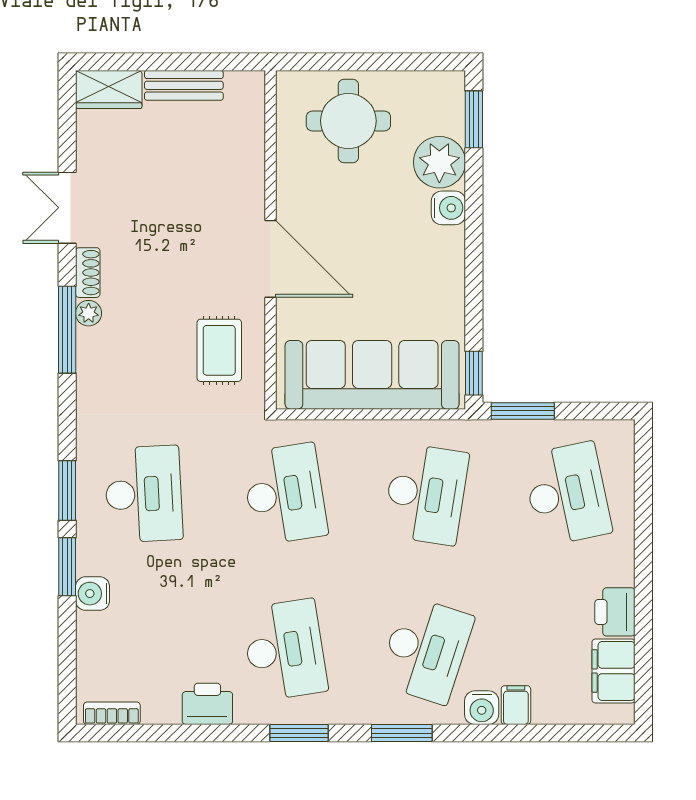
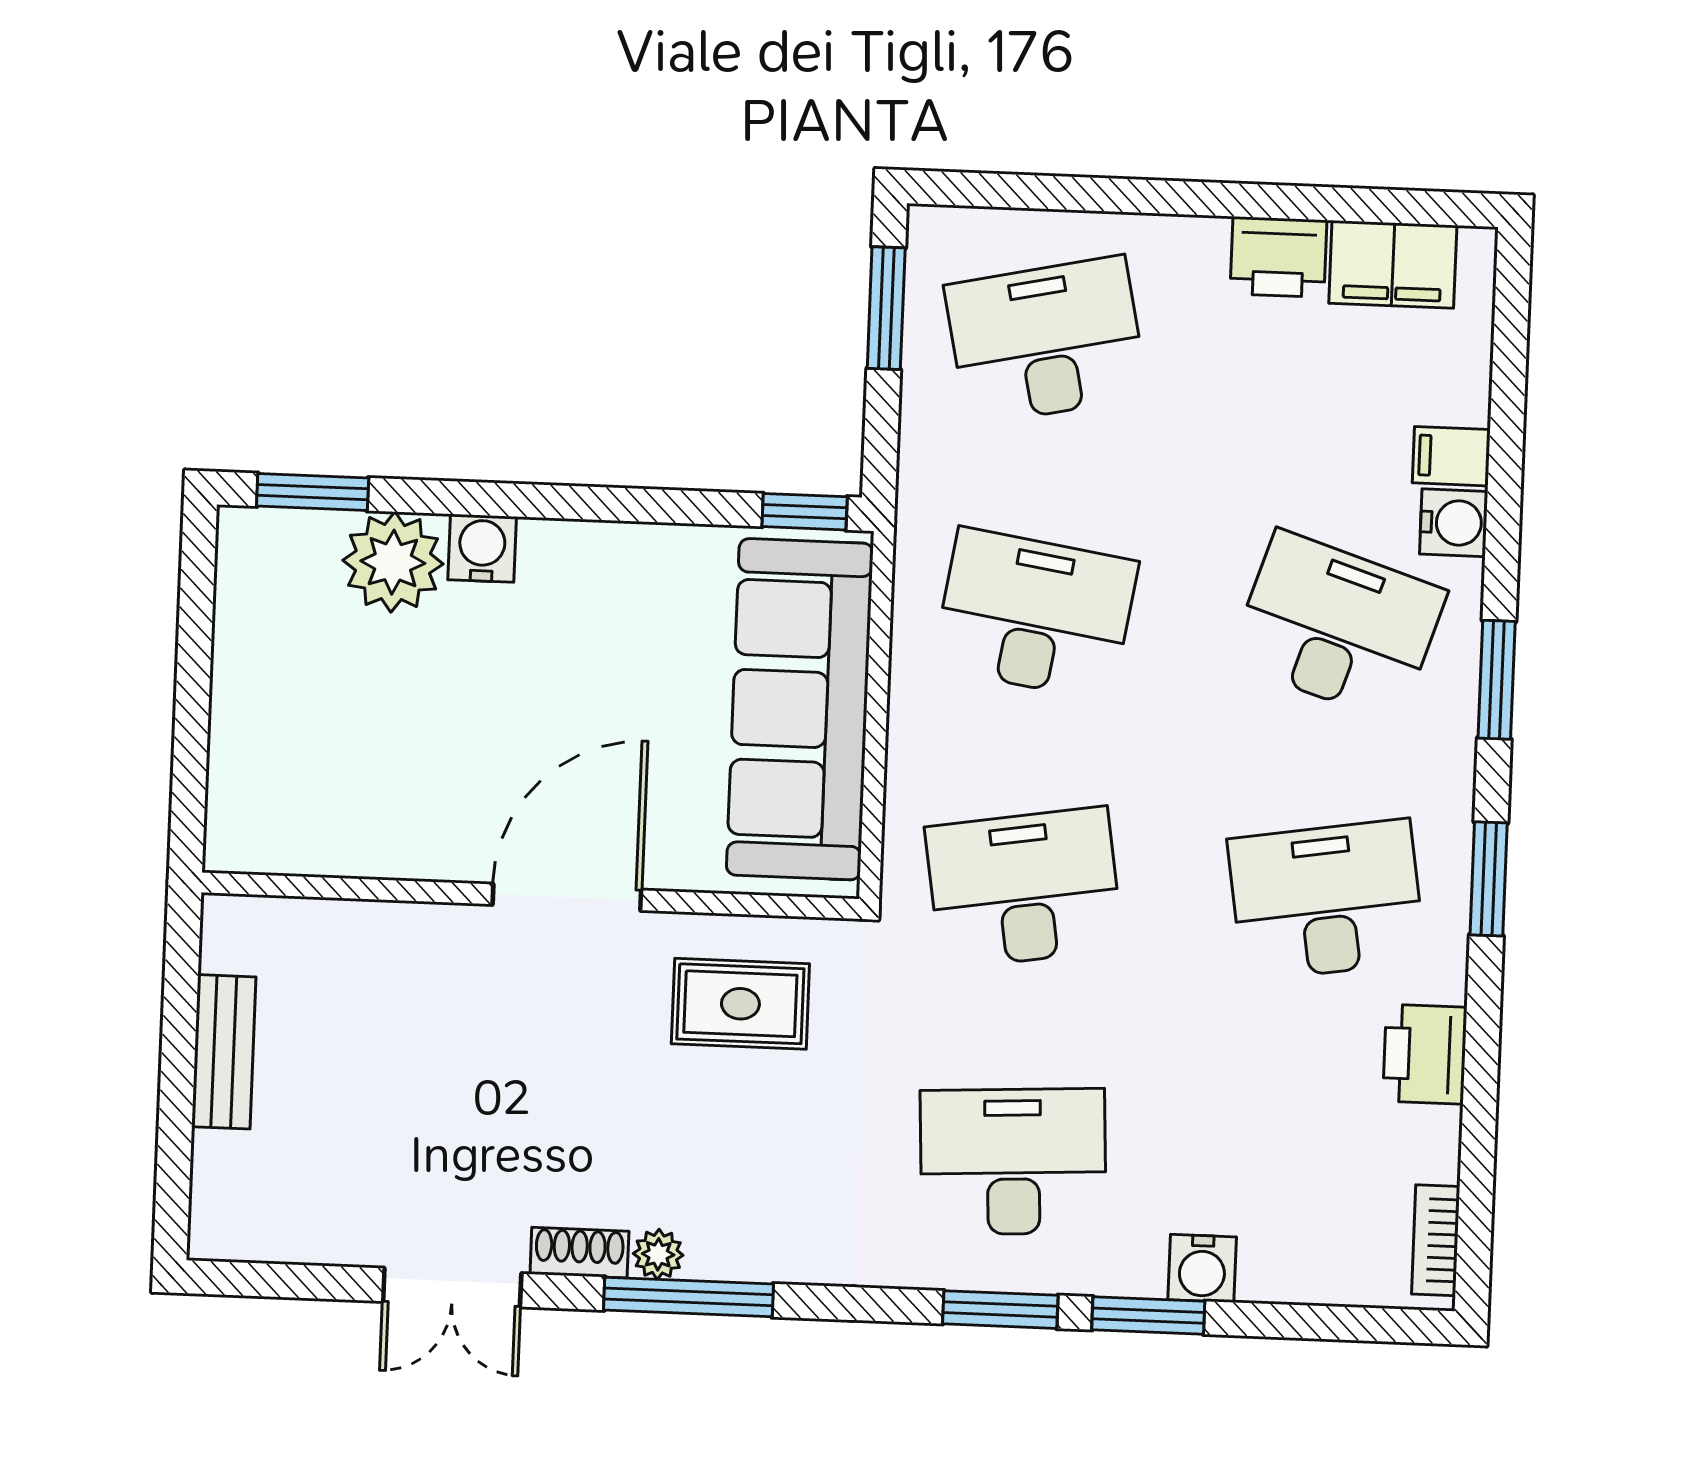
wardrobe: (109, 90) -> (226, 1198), removed
round table: (348, 121) -> (306, 735), removed
window: (523, 411) -> (886, 308), moved

